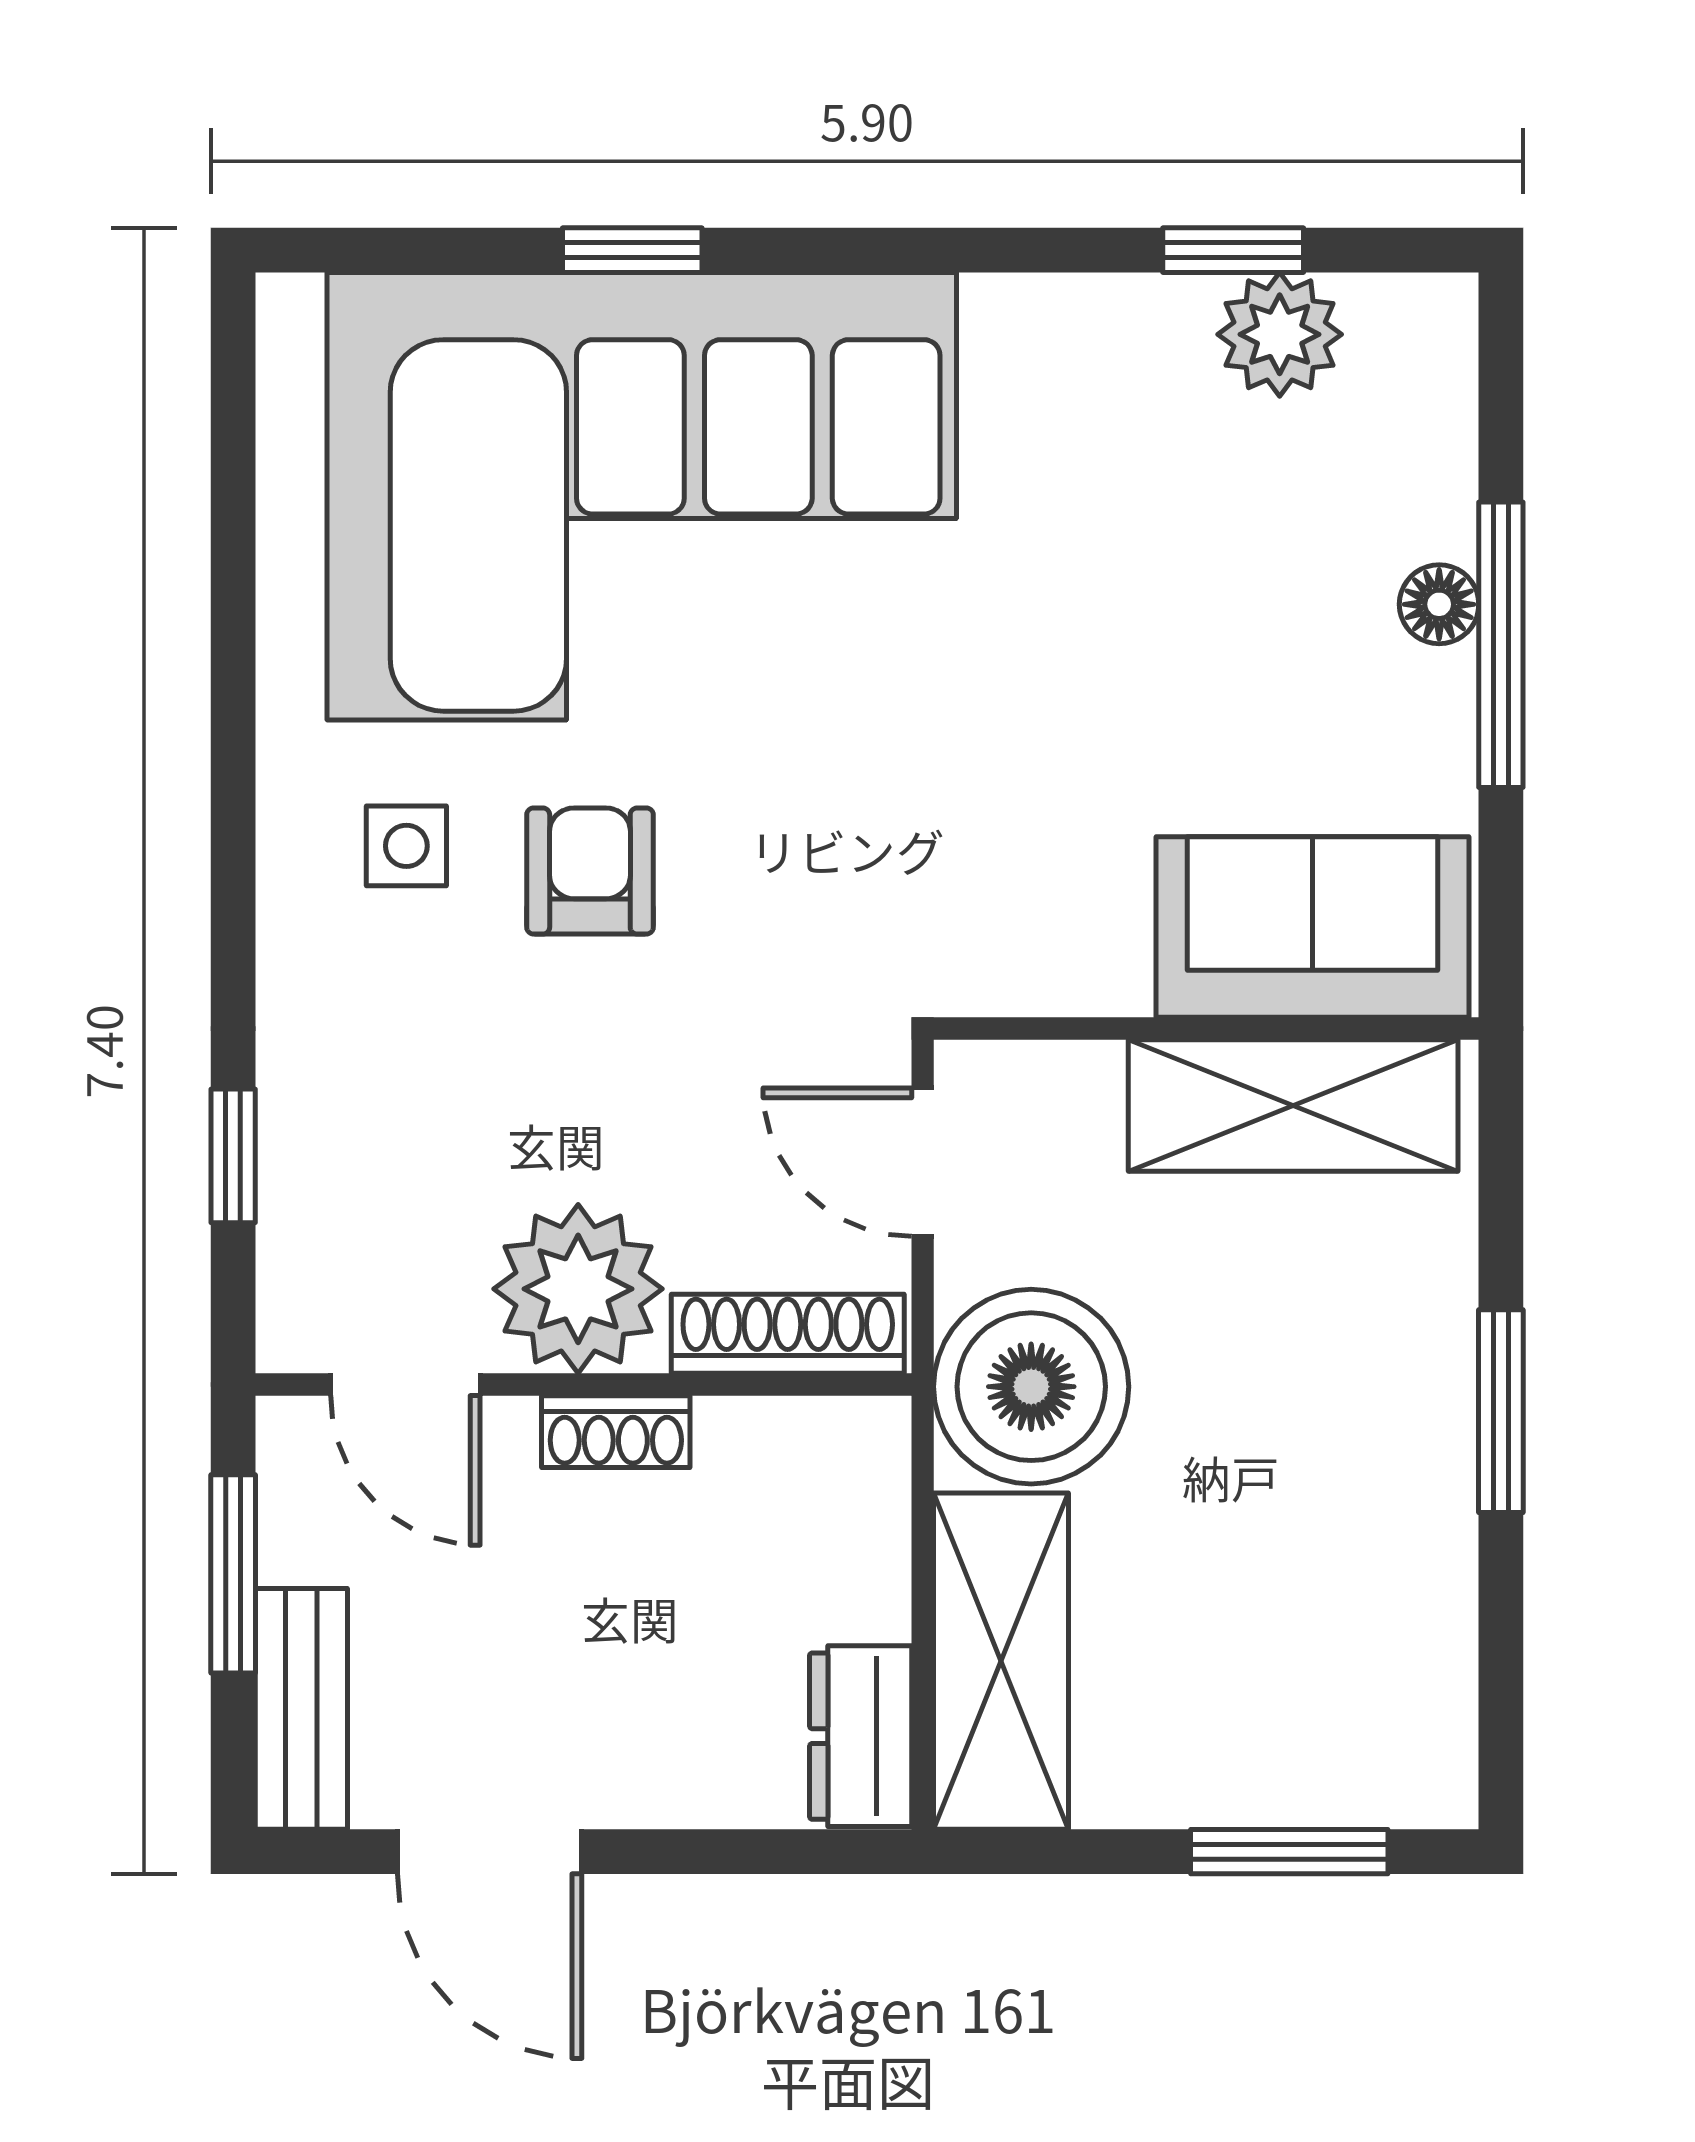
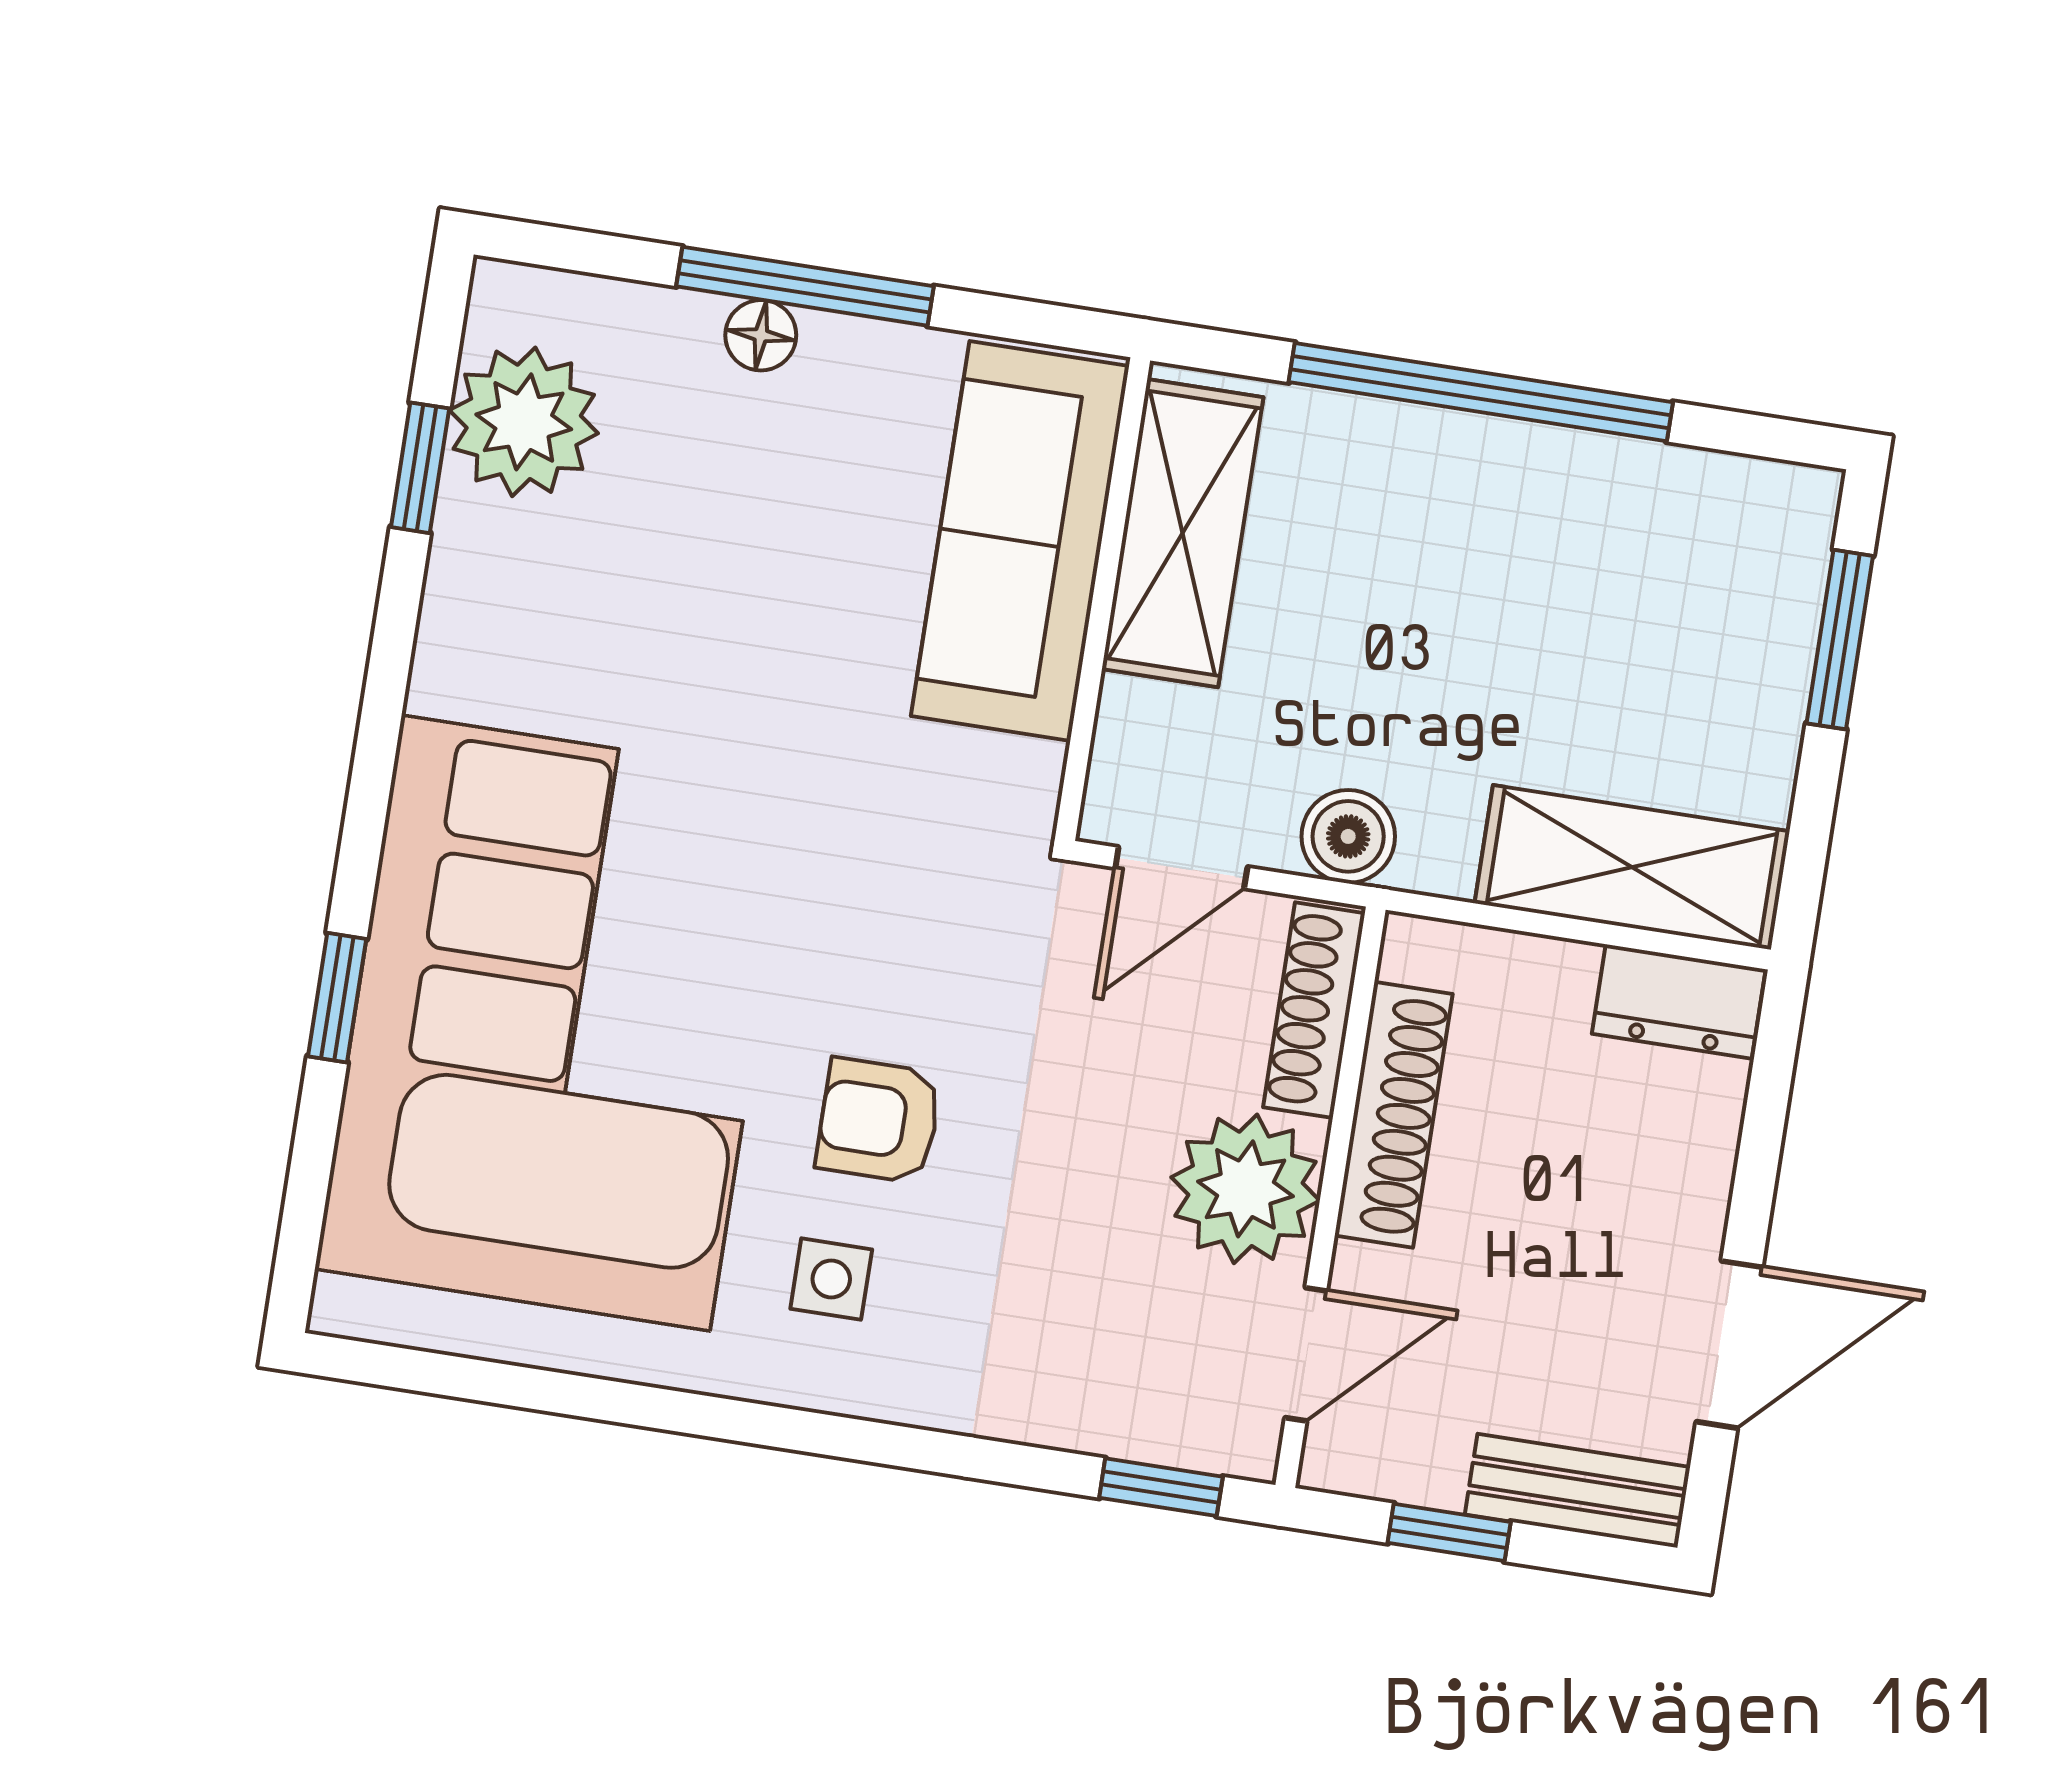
plant: (1280, 334) -> (524, 422), width x1.36, depth x1.36
sofa: (1313, 927) -> (1020, 541), width x1.36
window: (233, 1156) -> (1161, 1487), moved
boiler: (1031, 1387) -> (1348, 836), width x0.54, depth x0.54
window: (1501, 1411) -> (1481, 392), width x2.11
shoe rack: (616, 1432) -> (1394, 1115), width x1.94, depth x1.24
window: (233, 1574) -> (1449, 1532), width x0.67

